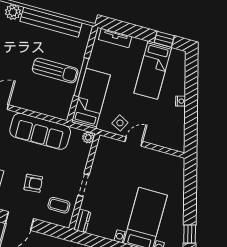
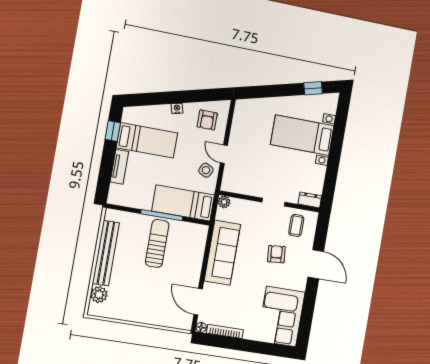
tv unit: (115, 38) -> (119, 167), moved
armchair: (167, 129) -> (207, 120), added

